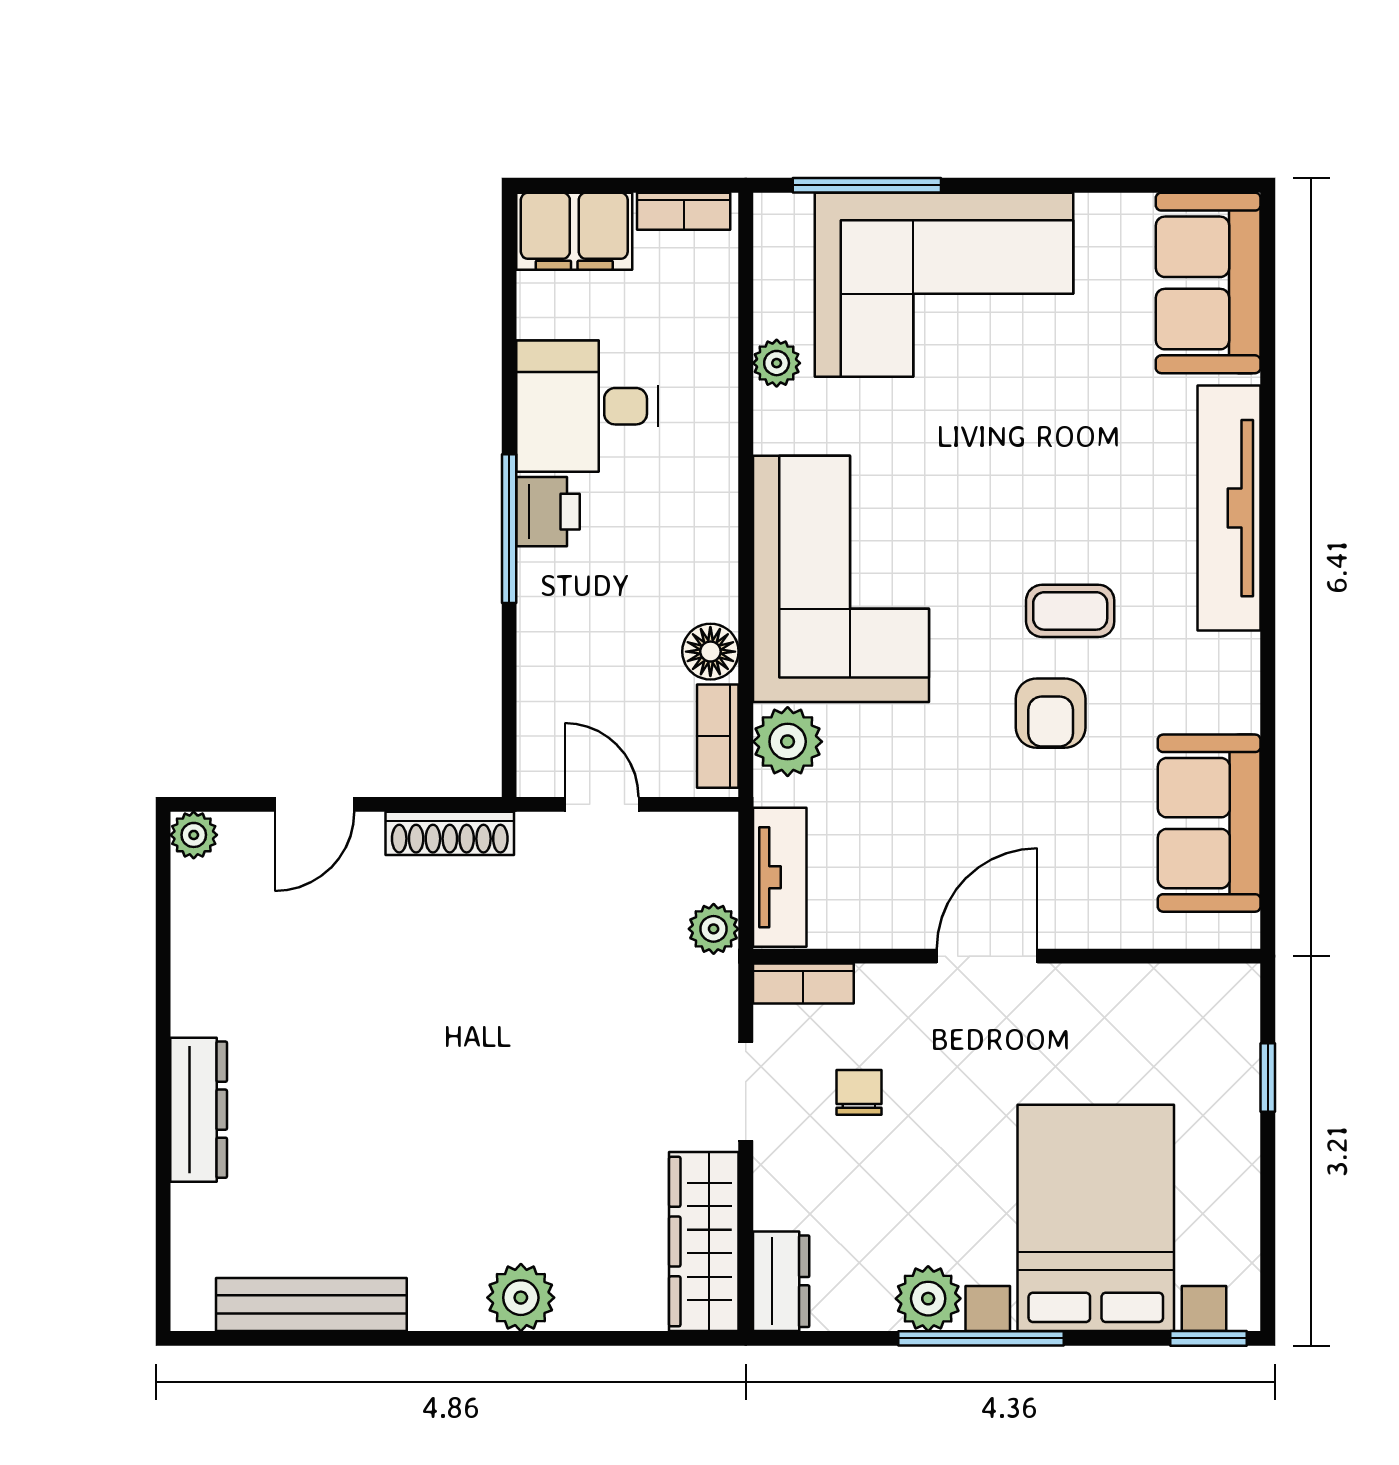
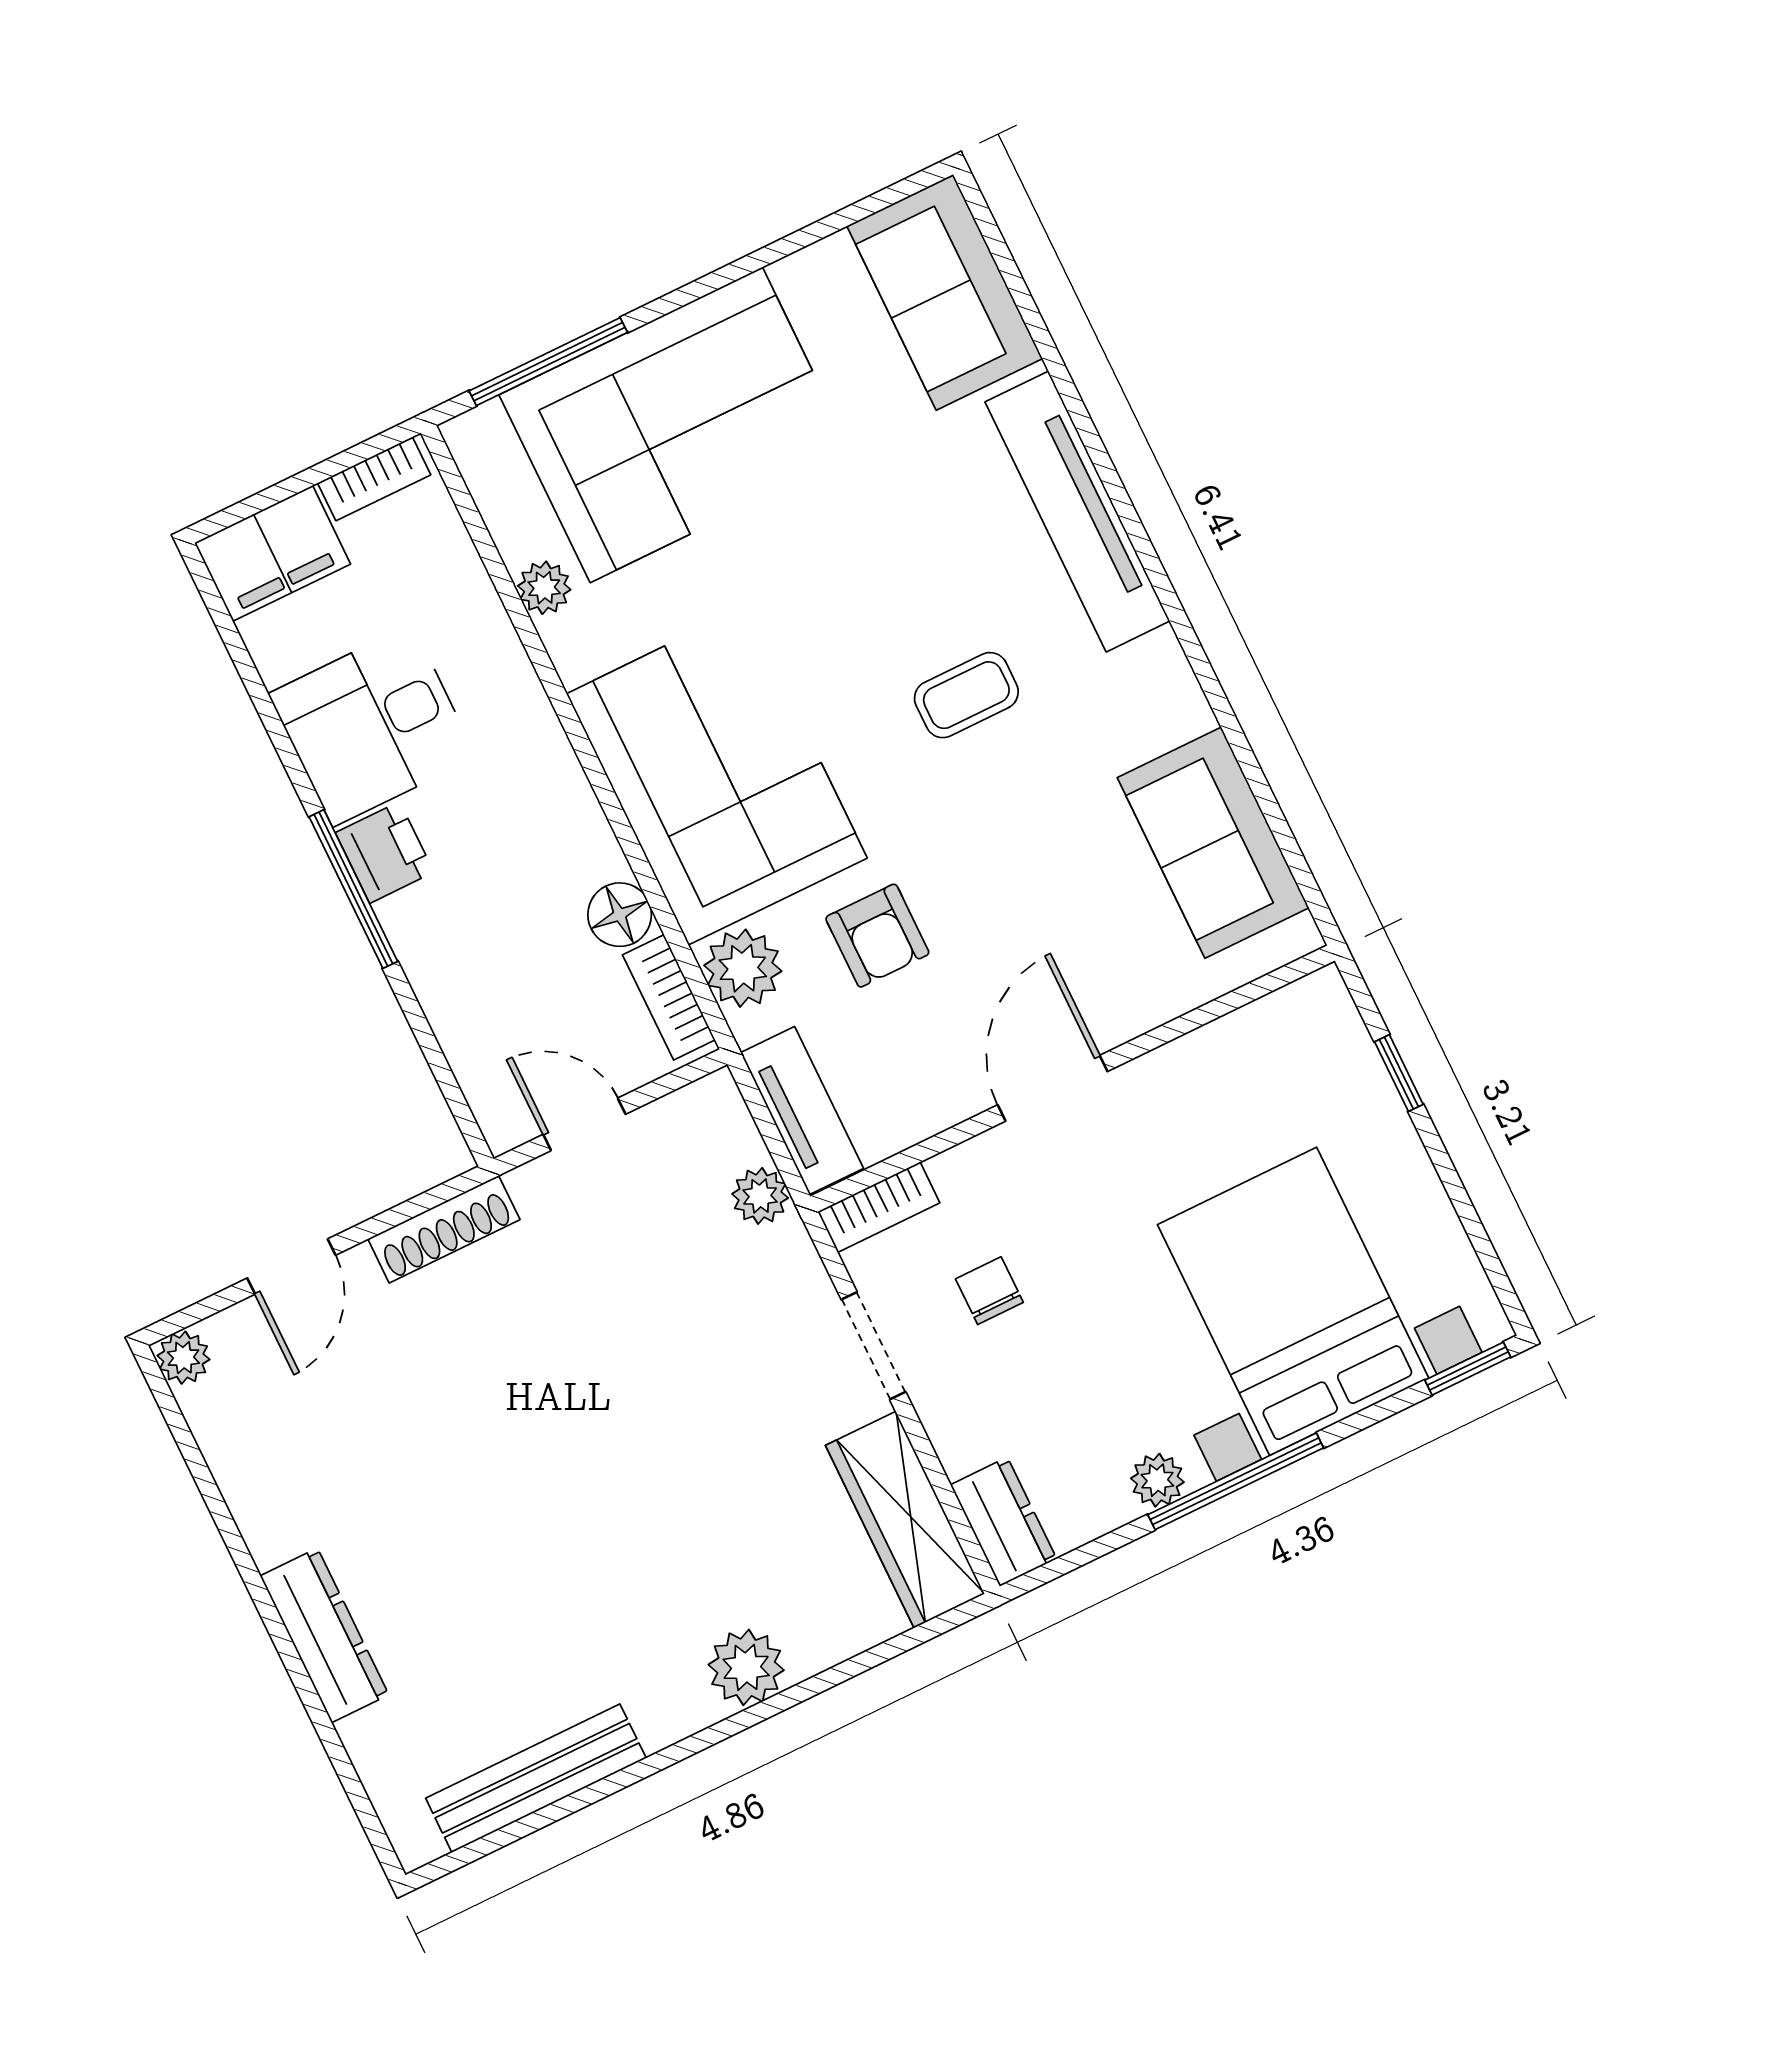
armchair: (1051, 713) -> (877, 936), moved
plant: (928, 1299) -> (1157, 1480), width x0.73, depth x0.73

